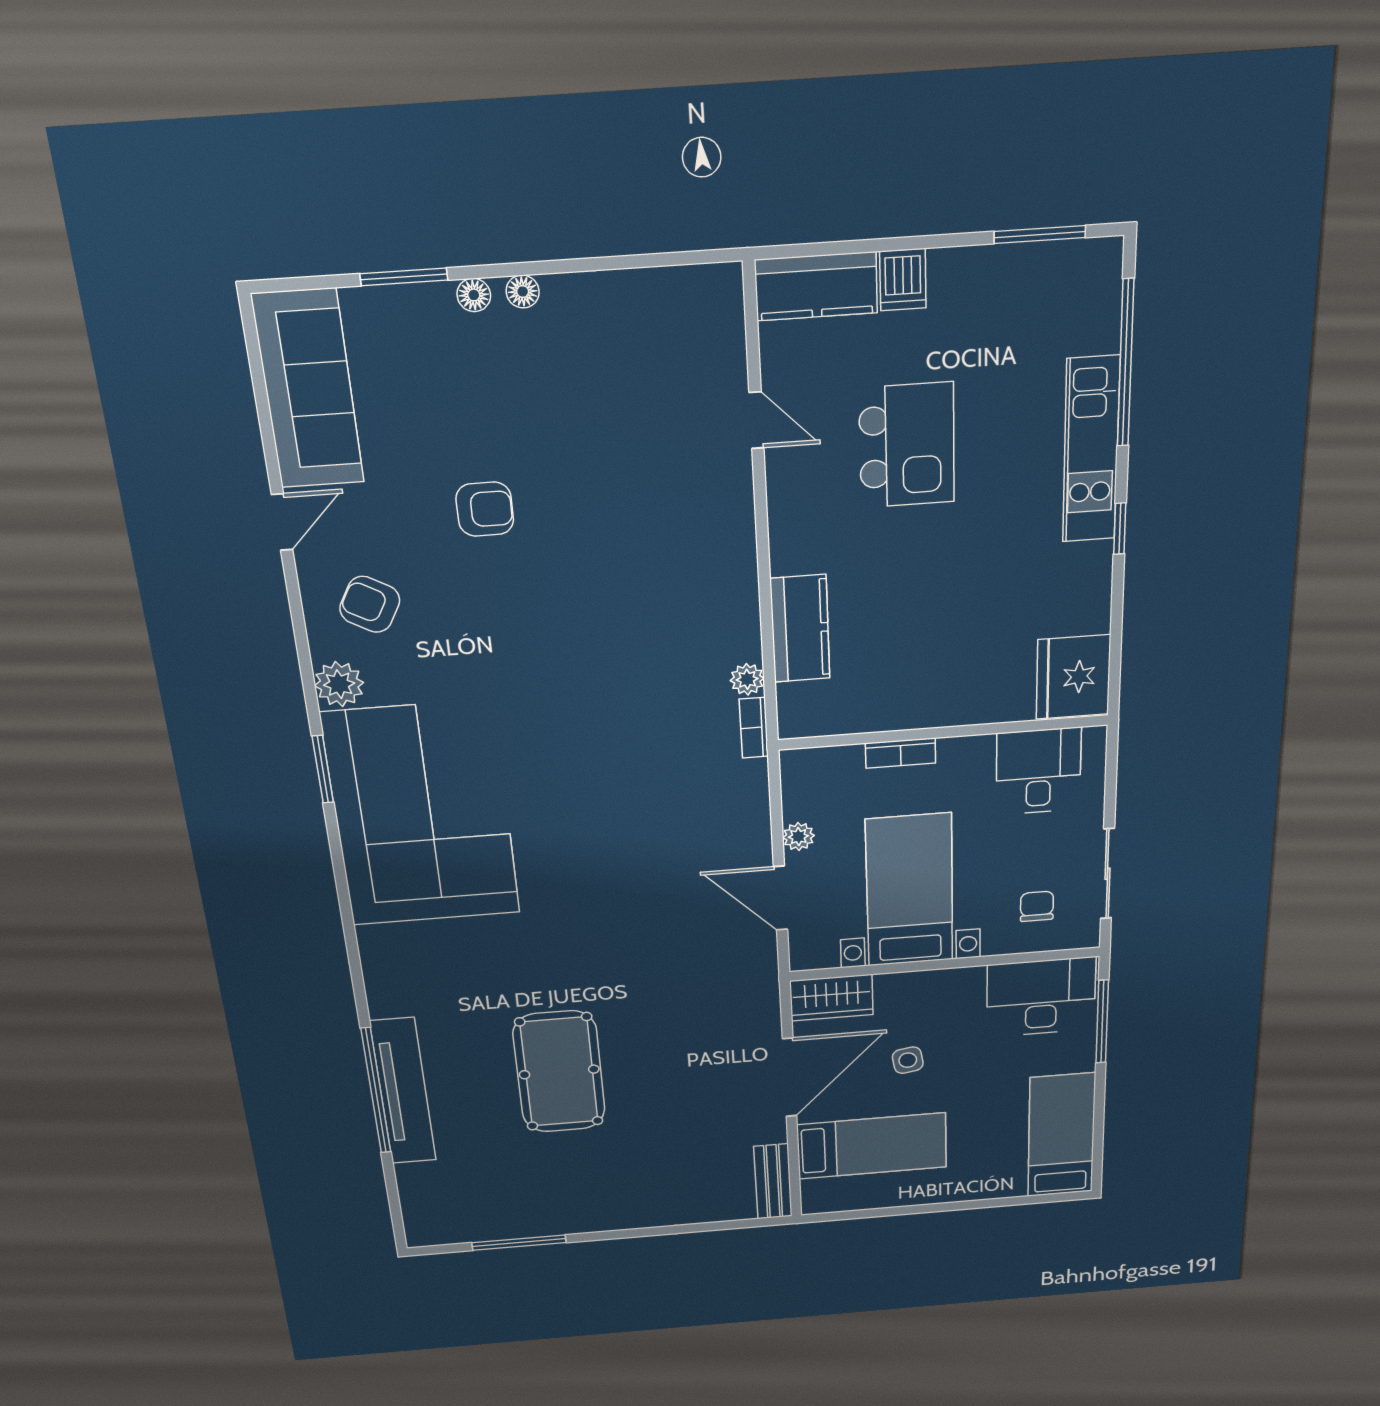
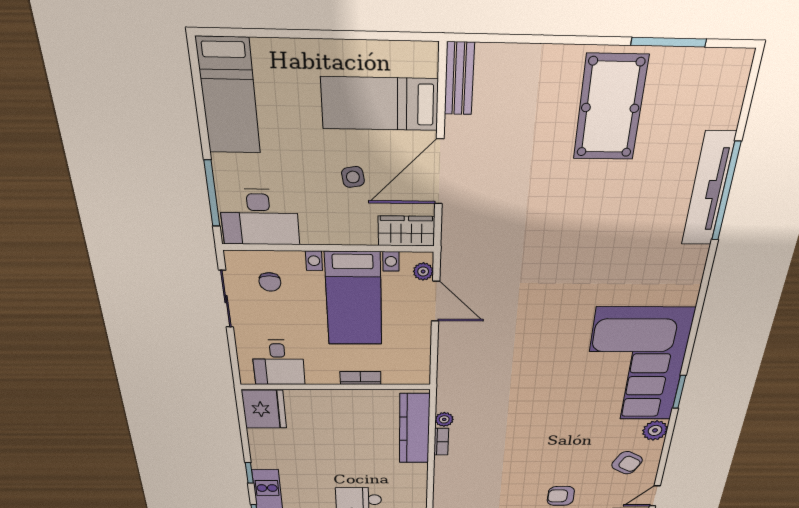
kitchen counter: (800, 629) -> (414, 429), width x1.50
bookcase: (754, 728) -> (441, 442), moved
plant: (798, 837) -> (423, 271), moved
pool table: (559, 1072) -> (610, 108), moved

